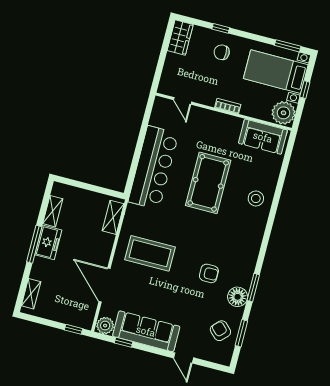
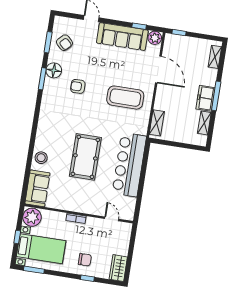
sofa: (263, 137) -> (37, 188), moved, turned 90
stool: (256, 198) -> (41, 158), moved

